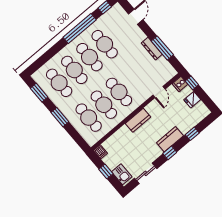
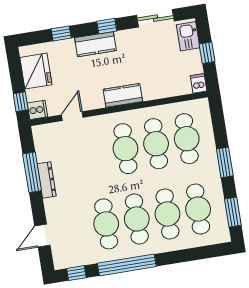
fridge: (192, 100) -> (36, 71), width x1.88, depth x1.34

